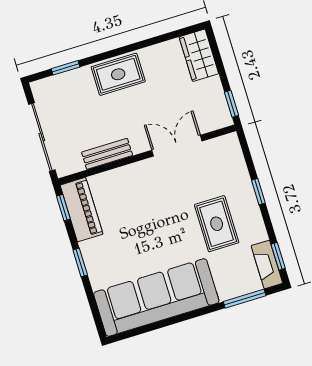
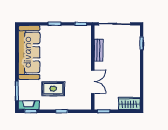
rug: (118, 74) -> (132, 66), removed
piano: (82, 210) -> (77, 31), removed

